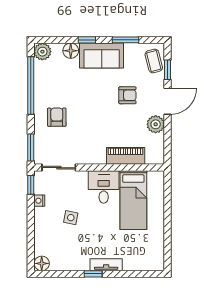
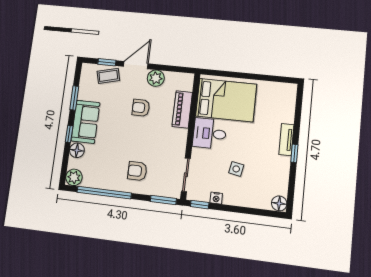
coffee table: (154, 61) -> (108, 76), moved
armchair: (127, 95) -> (141, 108), moved, turned -90
door: (168, 101) -> (136, 65), hinge flipped
bed: (133, 200) -> (226, 100), width x1.50

